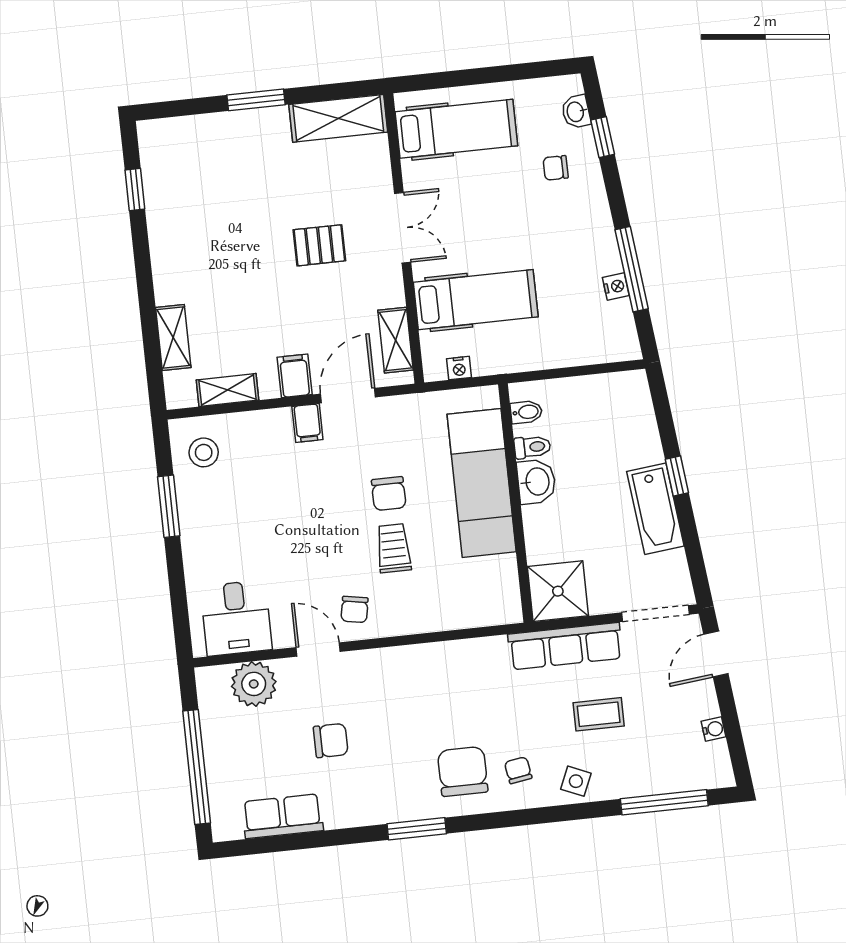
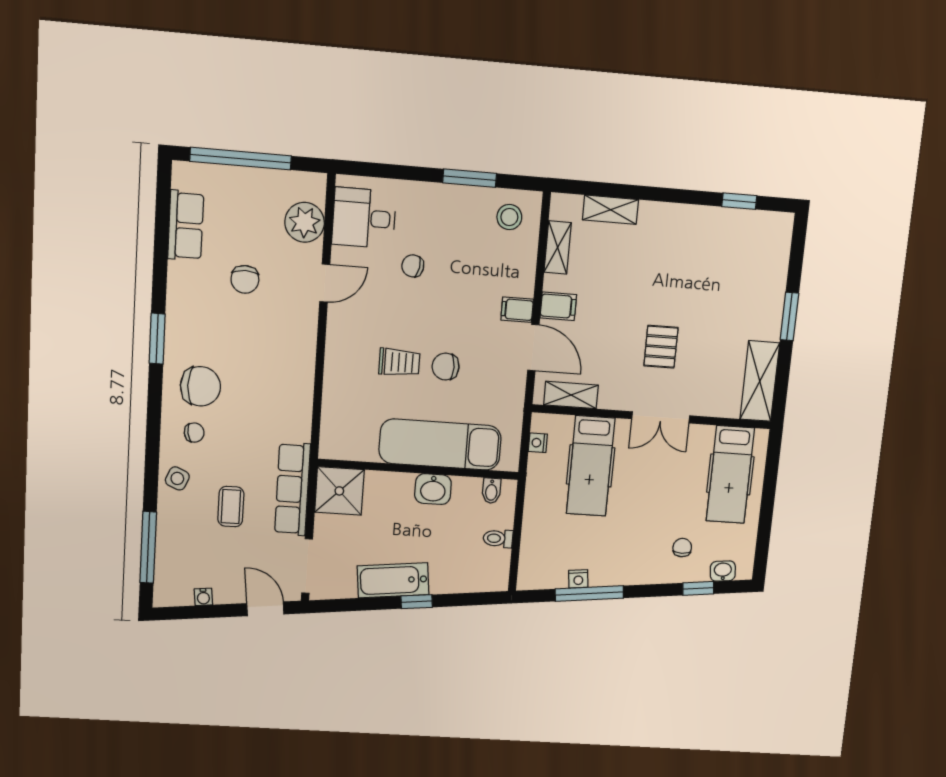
toilet: (532, 447) -> (498, 539), moved, turned 90
chair: (355, 609) -> (413, 266), moved

